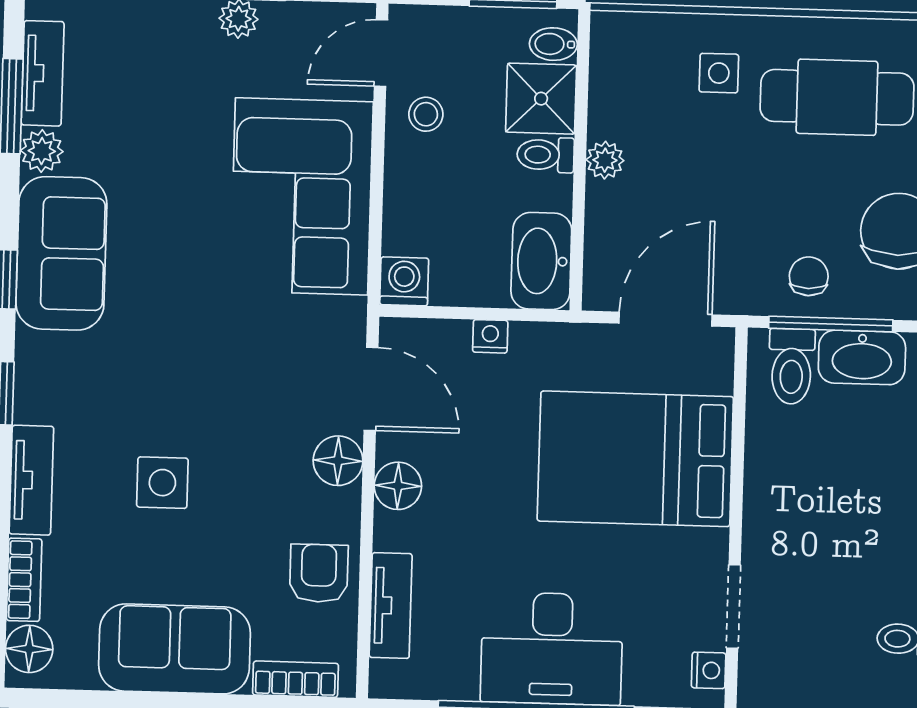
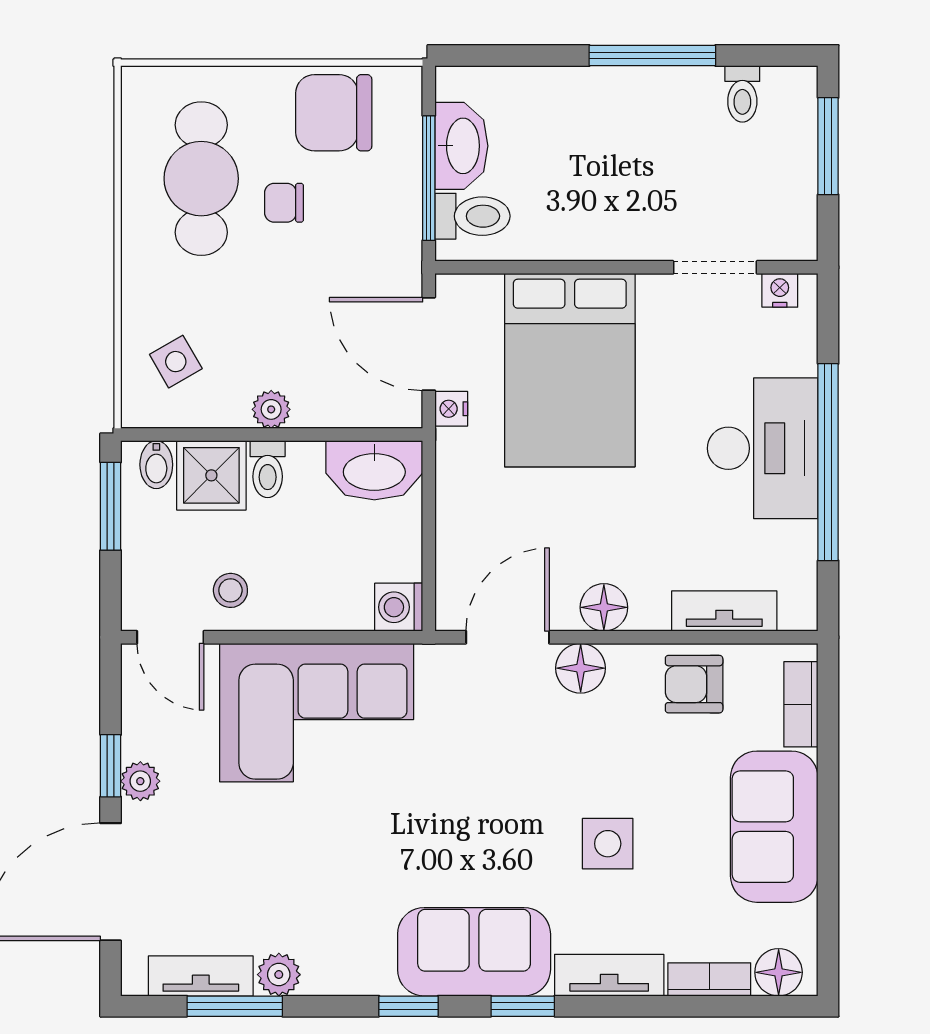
side table: (719, 73) -> (176, 362), moved, turned -30
sofa: (61, 253) -> (474, 952), moved
chair: (809, 276) -> (284, 203), moved
nightstand: (490, 336) -> (451, 409), moved

